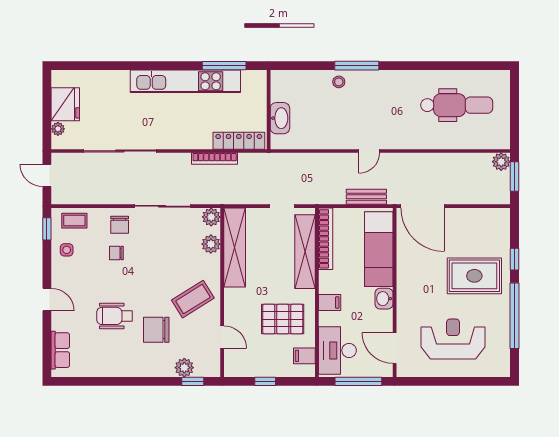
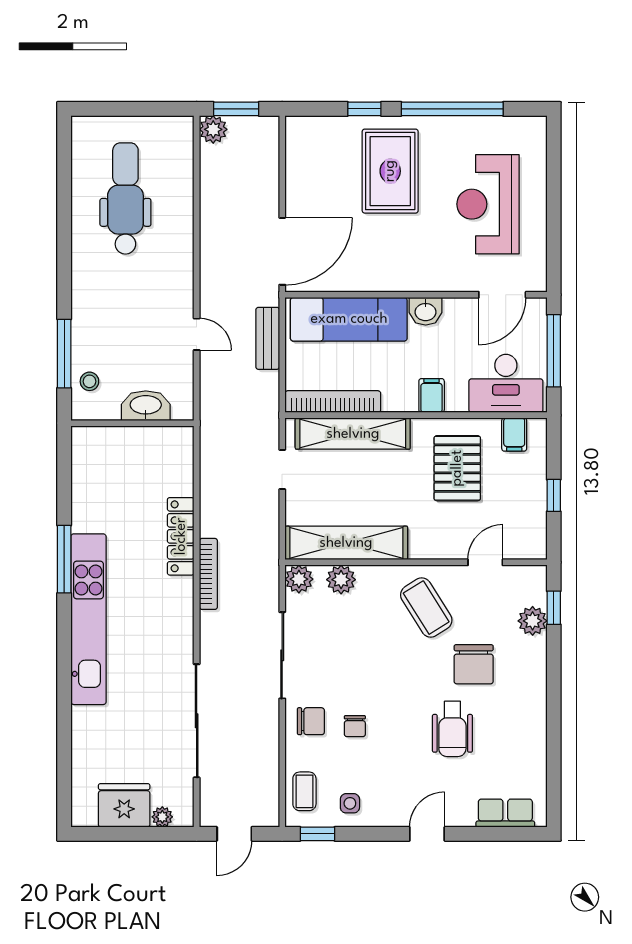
wall: (269, 110) -> (132, 423), moved
washbasin: (280, 118) -> (146, 406), moved

